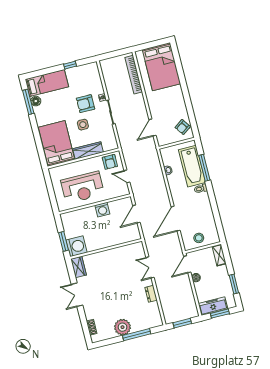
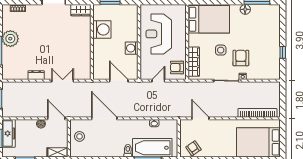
bed: (47, 83) -> (271, 25), removed
floor lamp: (36, 101) -> (245, 9), moved
wardrobe: (88, 150) -> (194, 62), moved
washing machine: (76, 246) -> (102, 29), moved, turned -90

